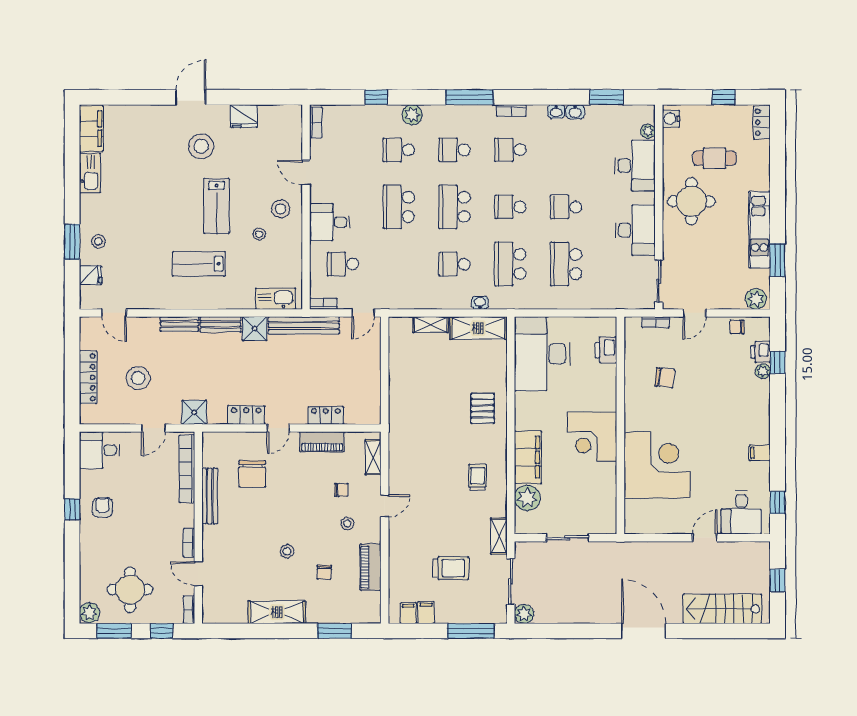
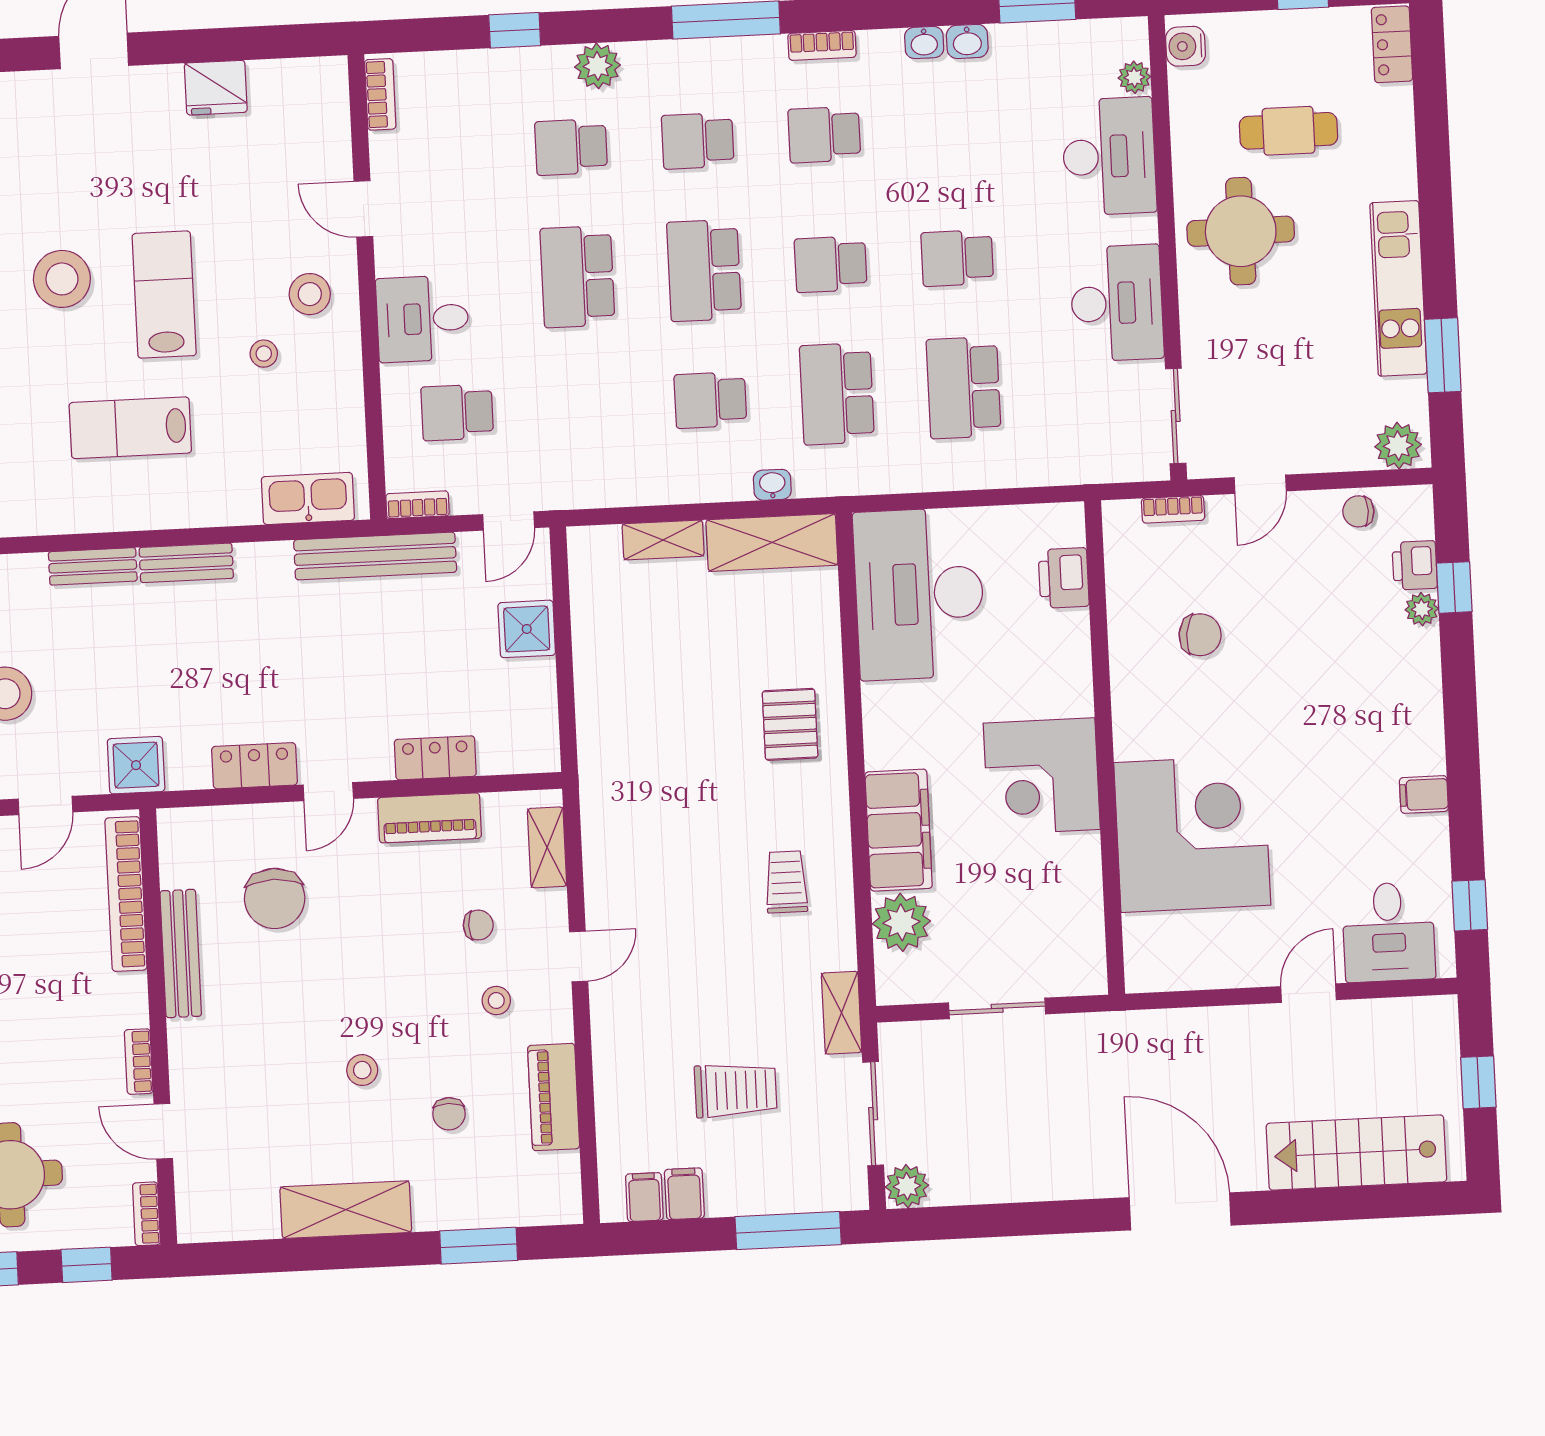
stool: (201, 146) -> (62, 279), moved
lab bench: (217, 206) -> (164, 295), turned 180
shower: (255, 329) -> (527, 629), moved

